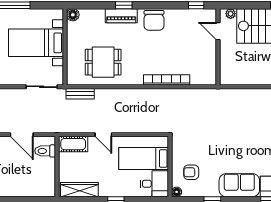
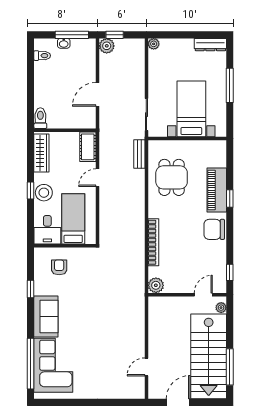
floor lamp: (73, 15) -> (220, 146), removed
piano: (121, 16) -> (217, 190), width x1.37, depth x1.33
plant: (209, 78) -> (156, 285), added
toilet: (45, 151) -> (40, 118), moved
stool: (118, 187) -> (44, 193), added
floor lamp: (177, 192) -> (39, 252), removed

